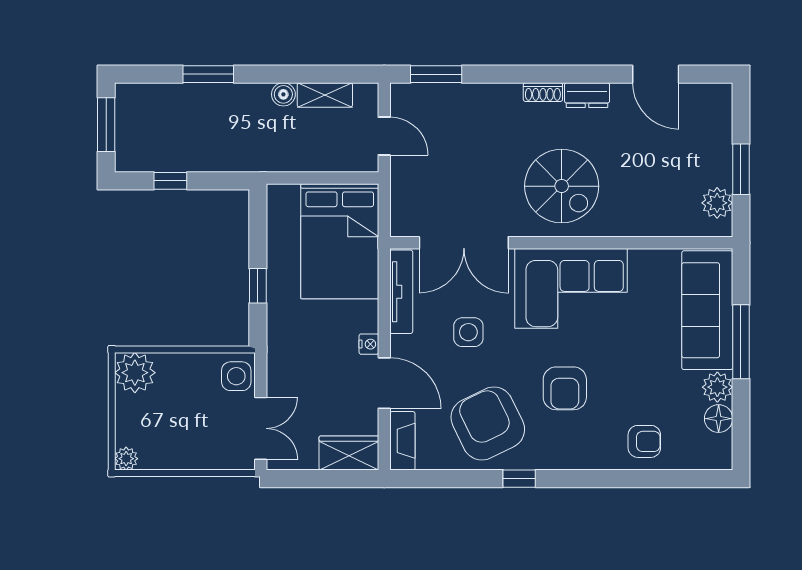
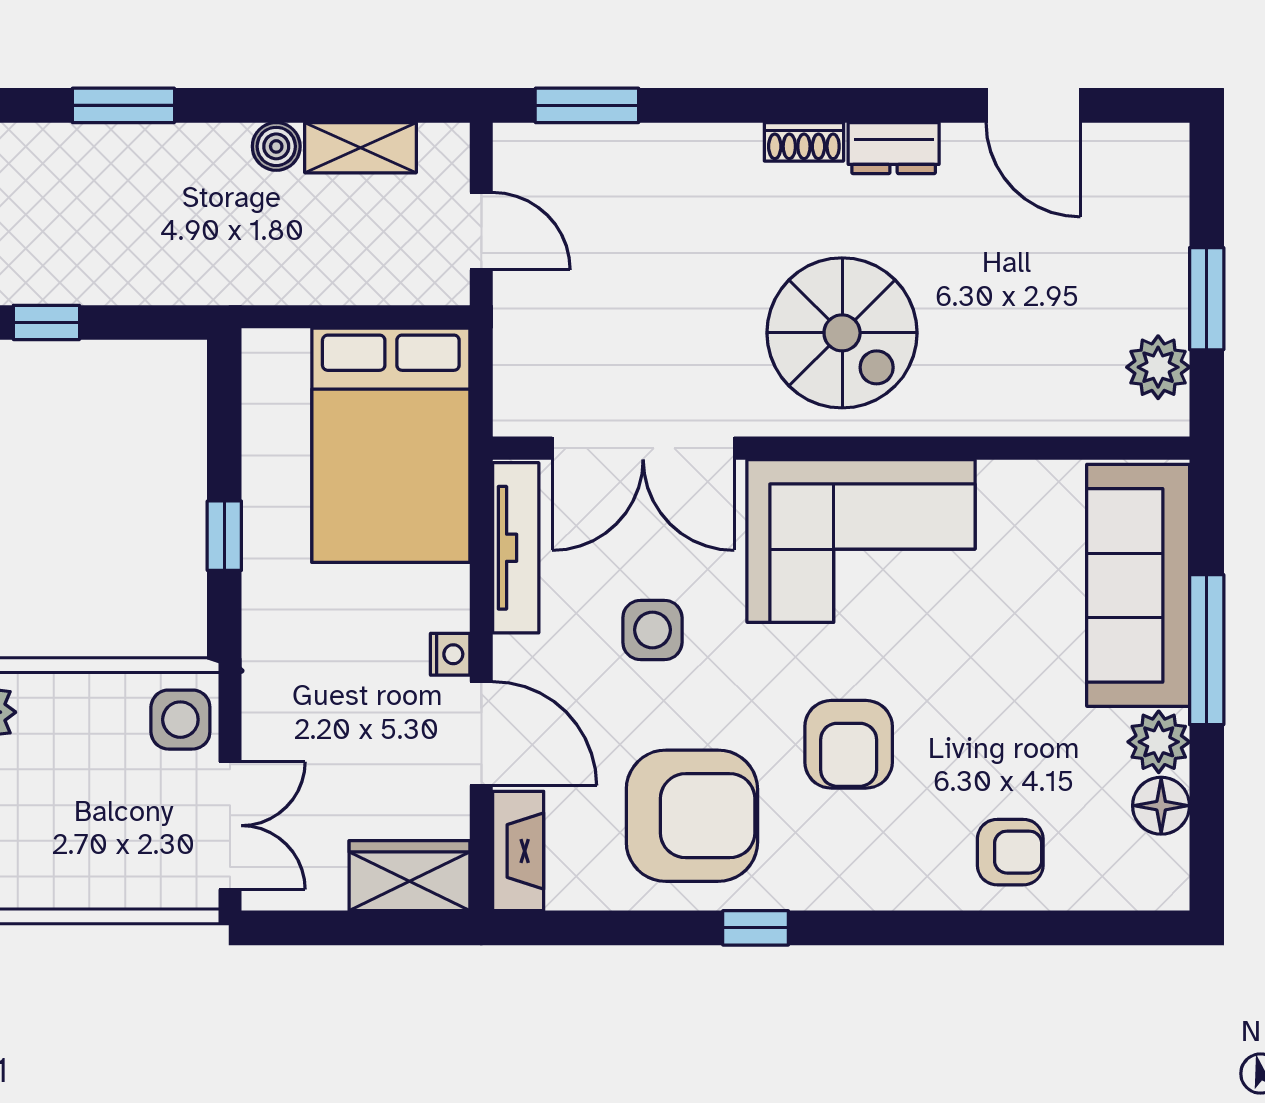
armchair: (488, 423) -> (692, 816), turned 116

